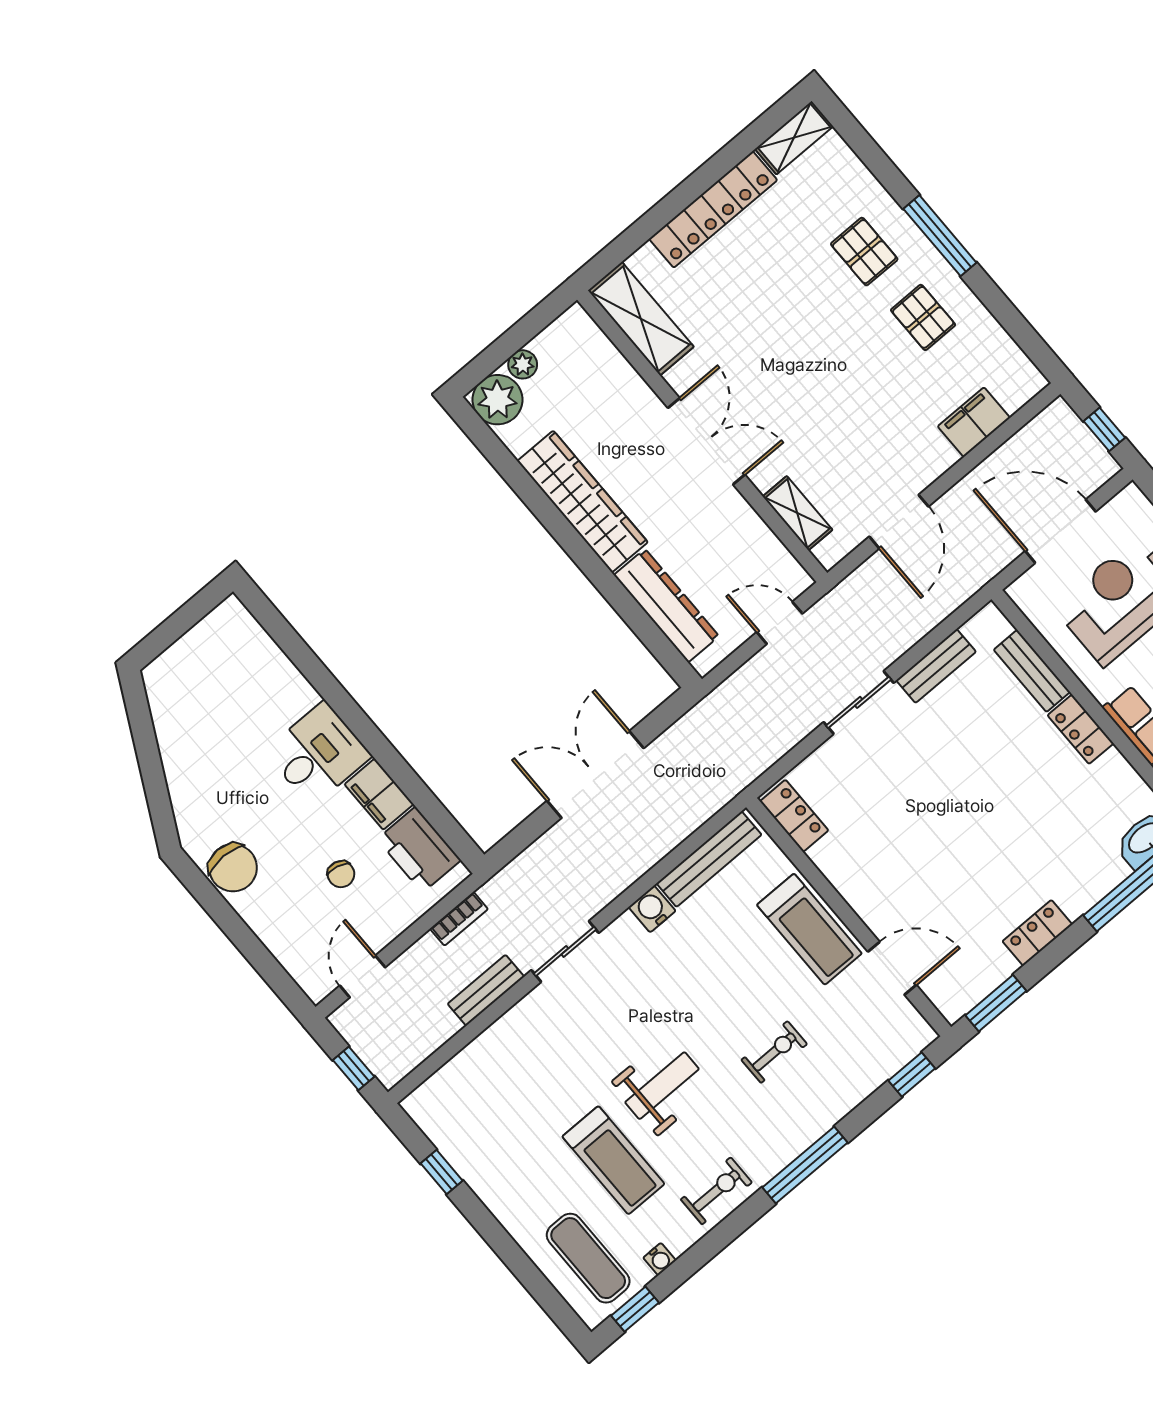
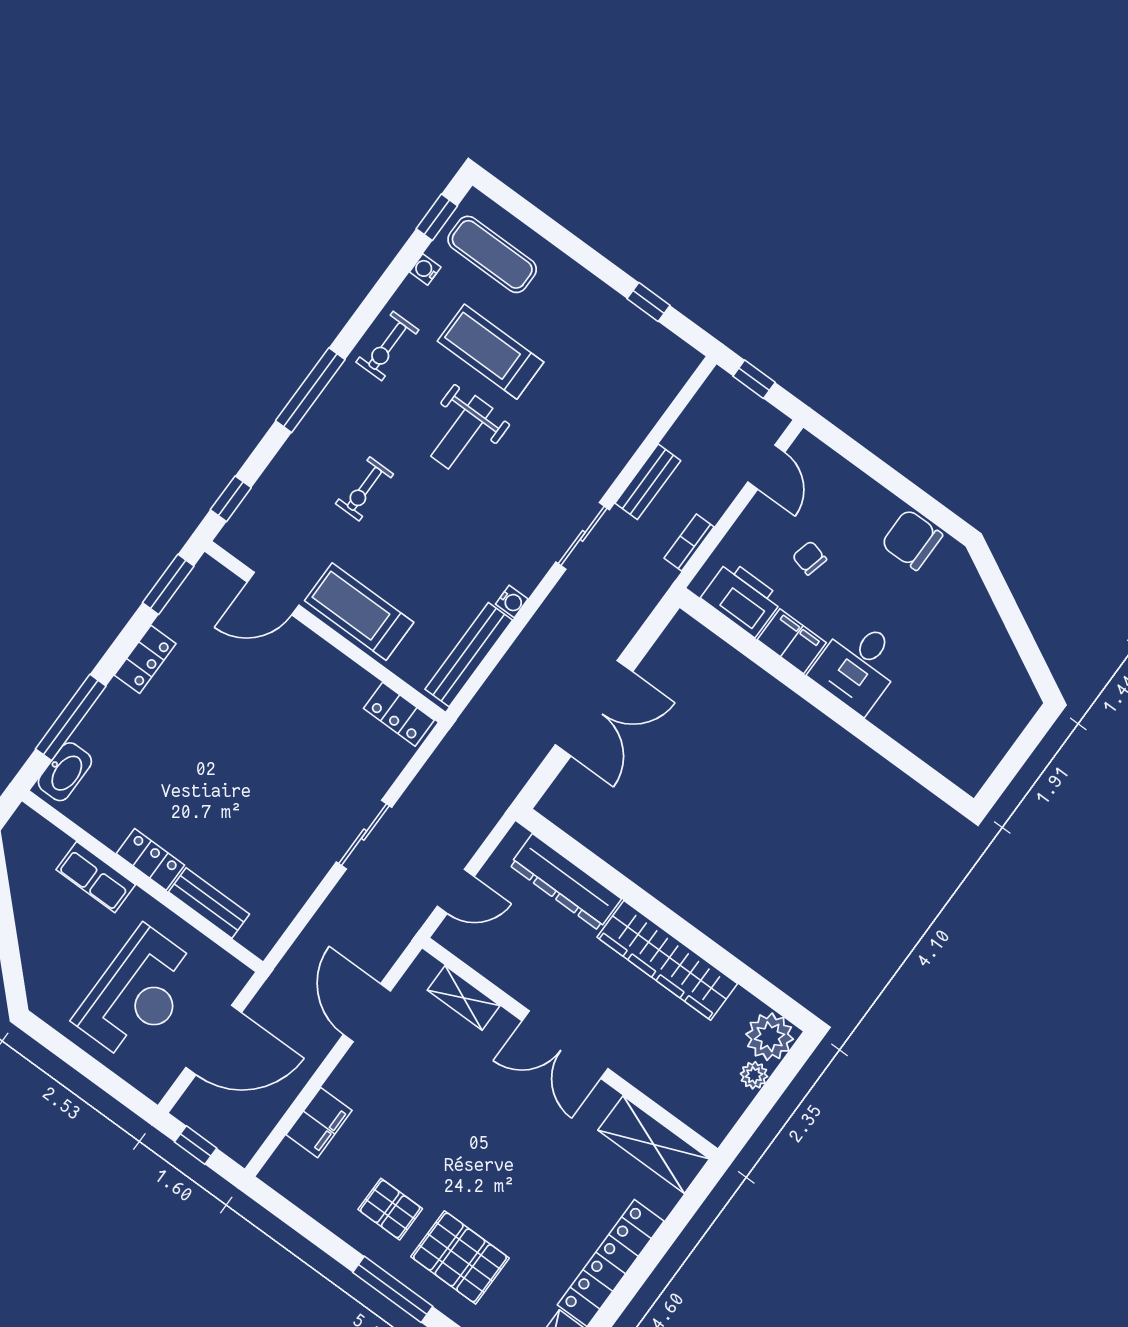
pallet: (864, 252) -> (460, 1257), width x1.50, depth x1.42
bench: (936, 666) -> (300, 886), removed
water cooler: (652, 909) -> (512, 601), width x0.72, depth x0.72

